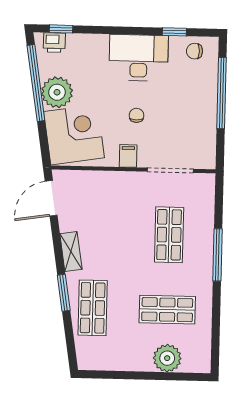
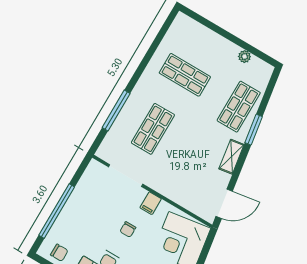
window: (218, 255) -> (116, 111), moved
plant: (167, 358) -> (244, 57), moved, width x0.53, depth x0.53

